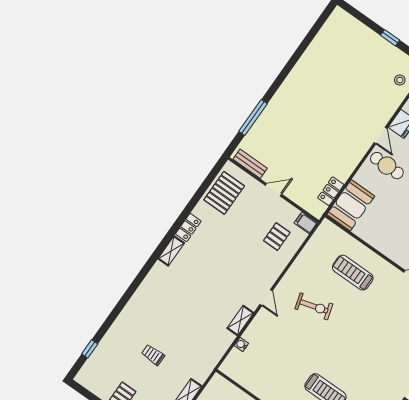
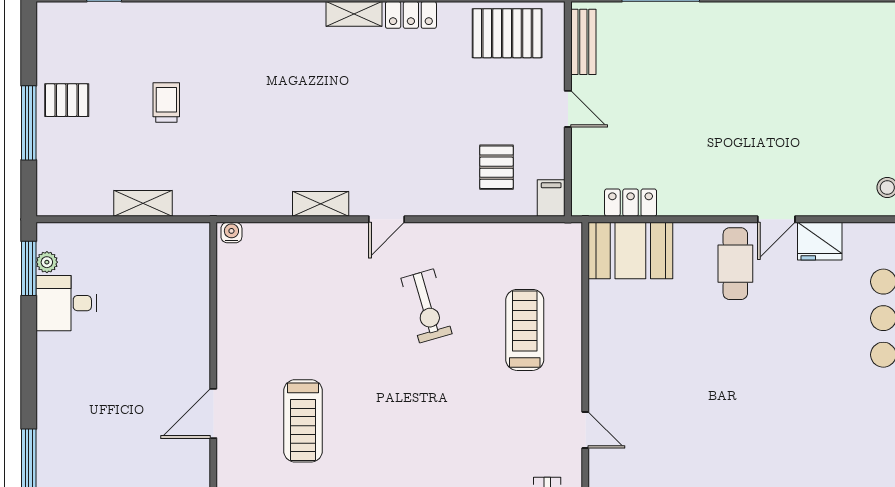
pallet: (277, 237) -> (496, 167), turned 90
water cooler: (241, 344) -> (231, 233), moved

